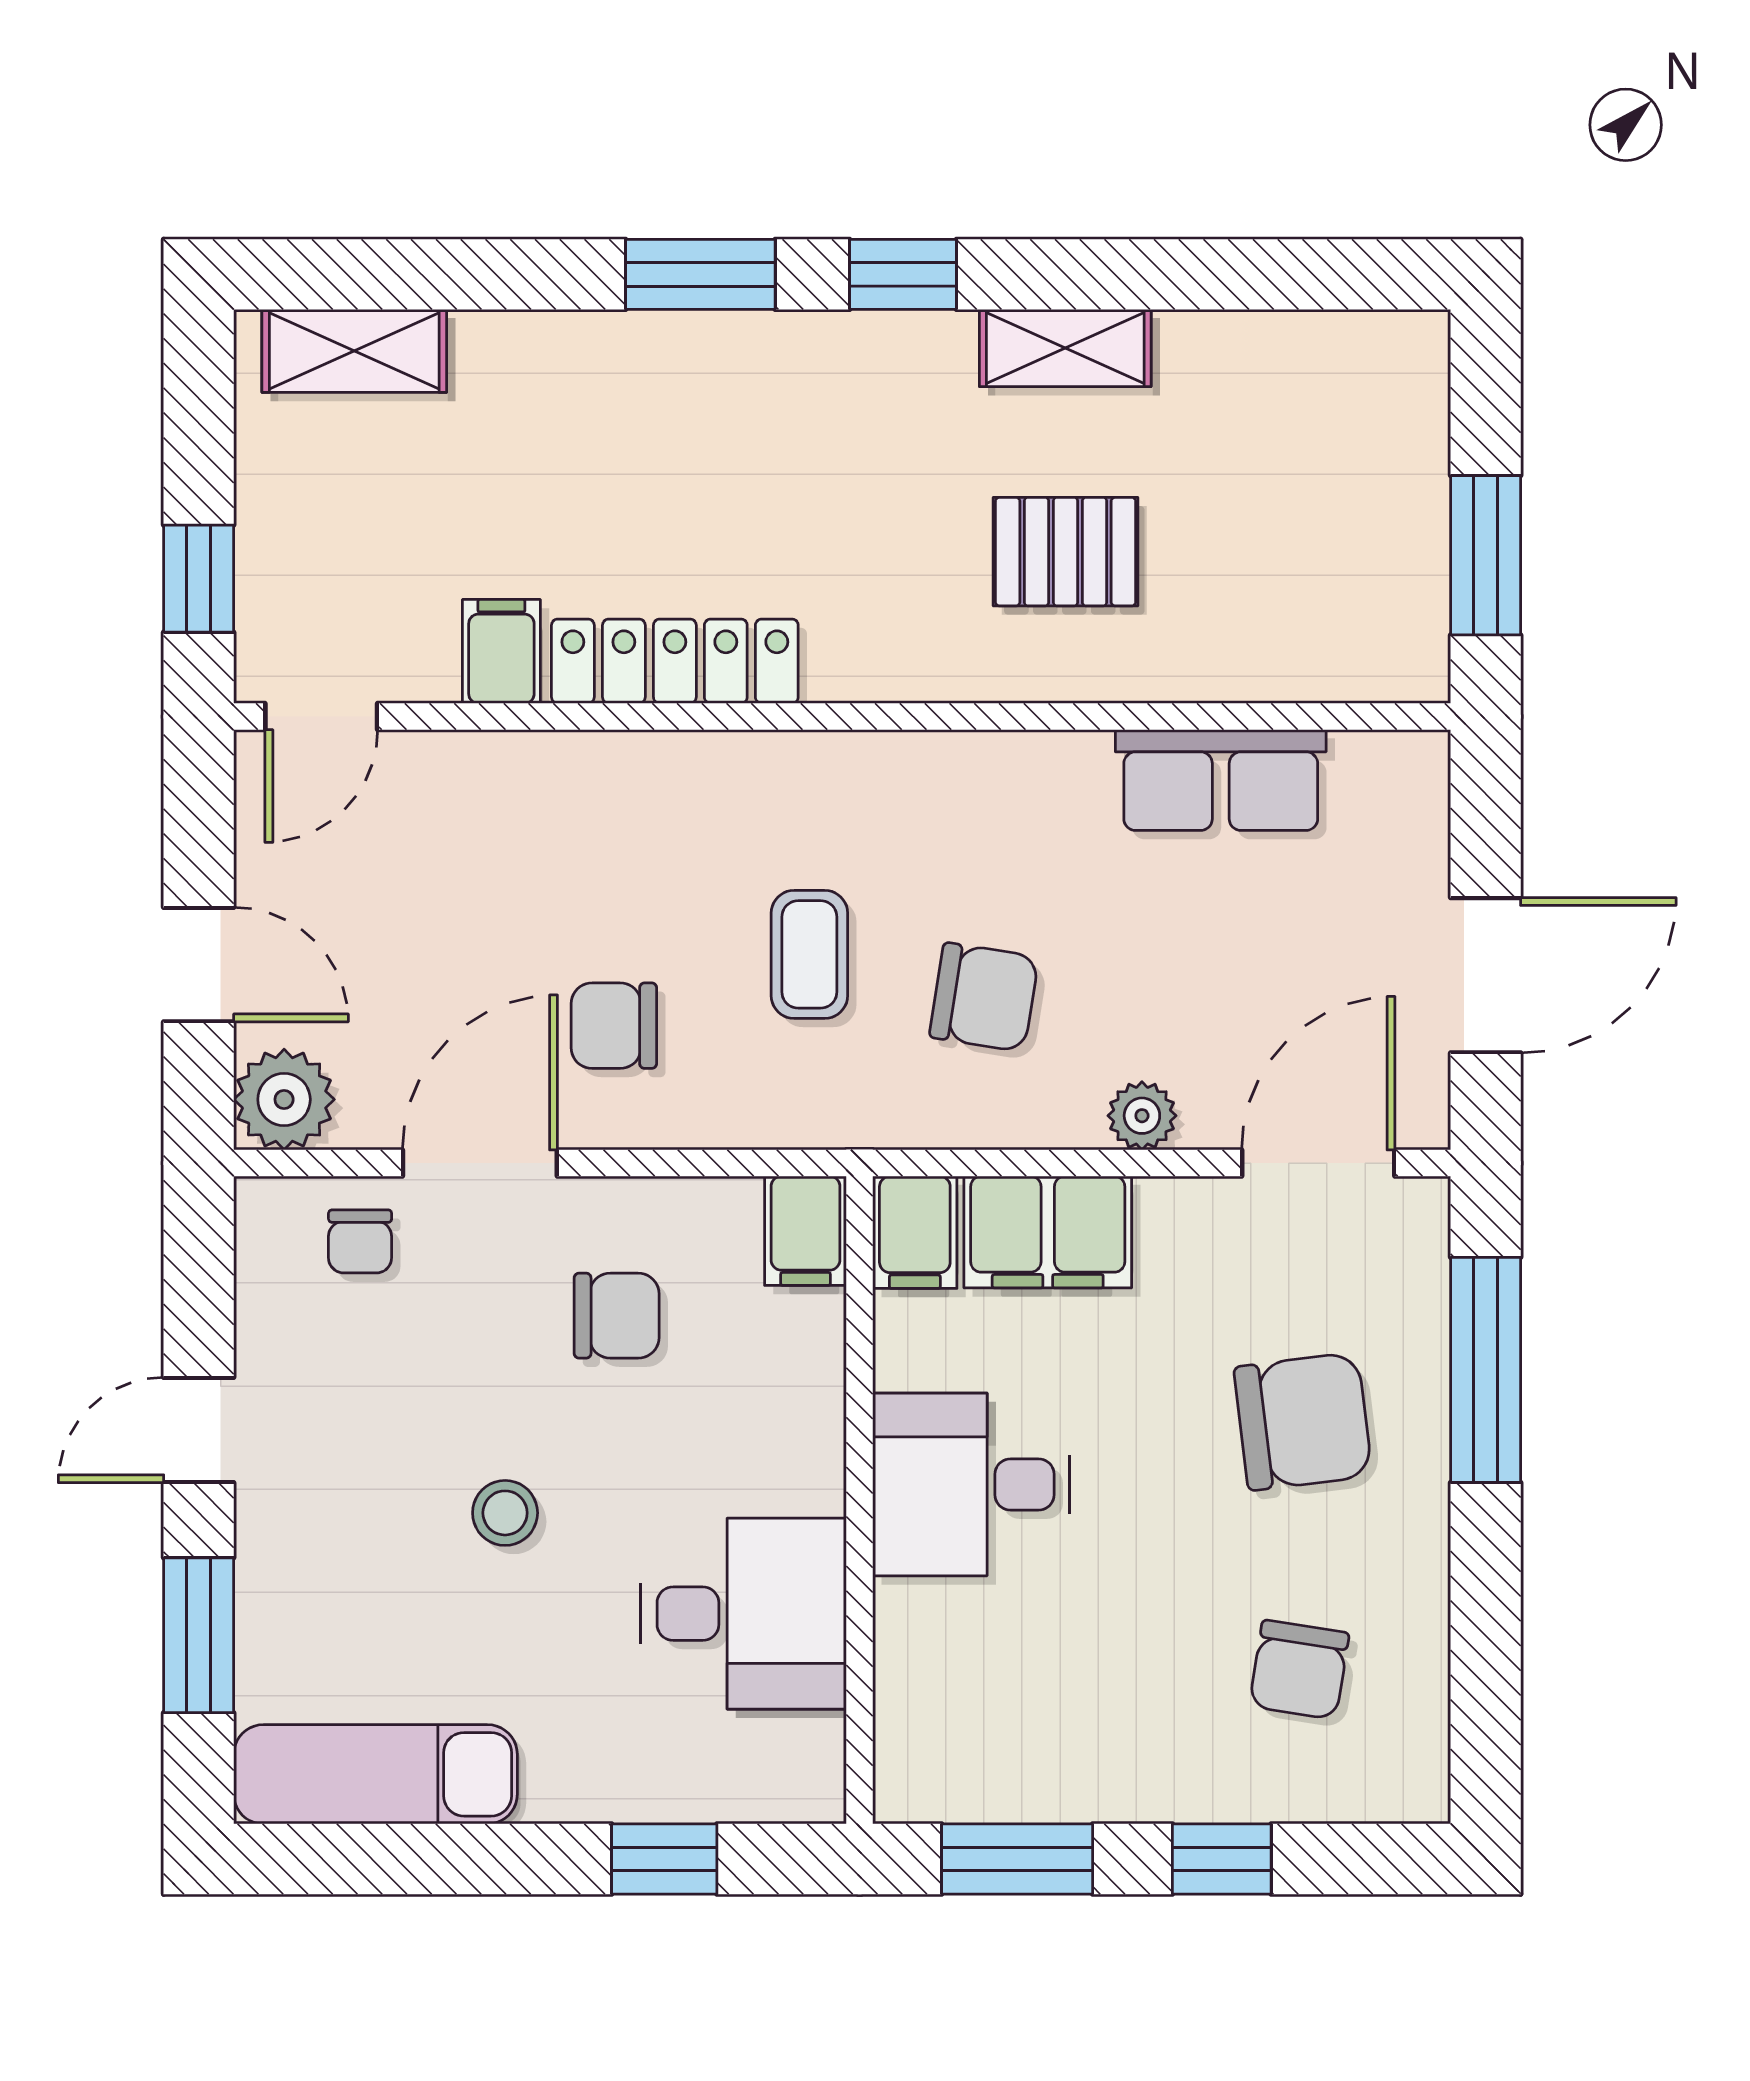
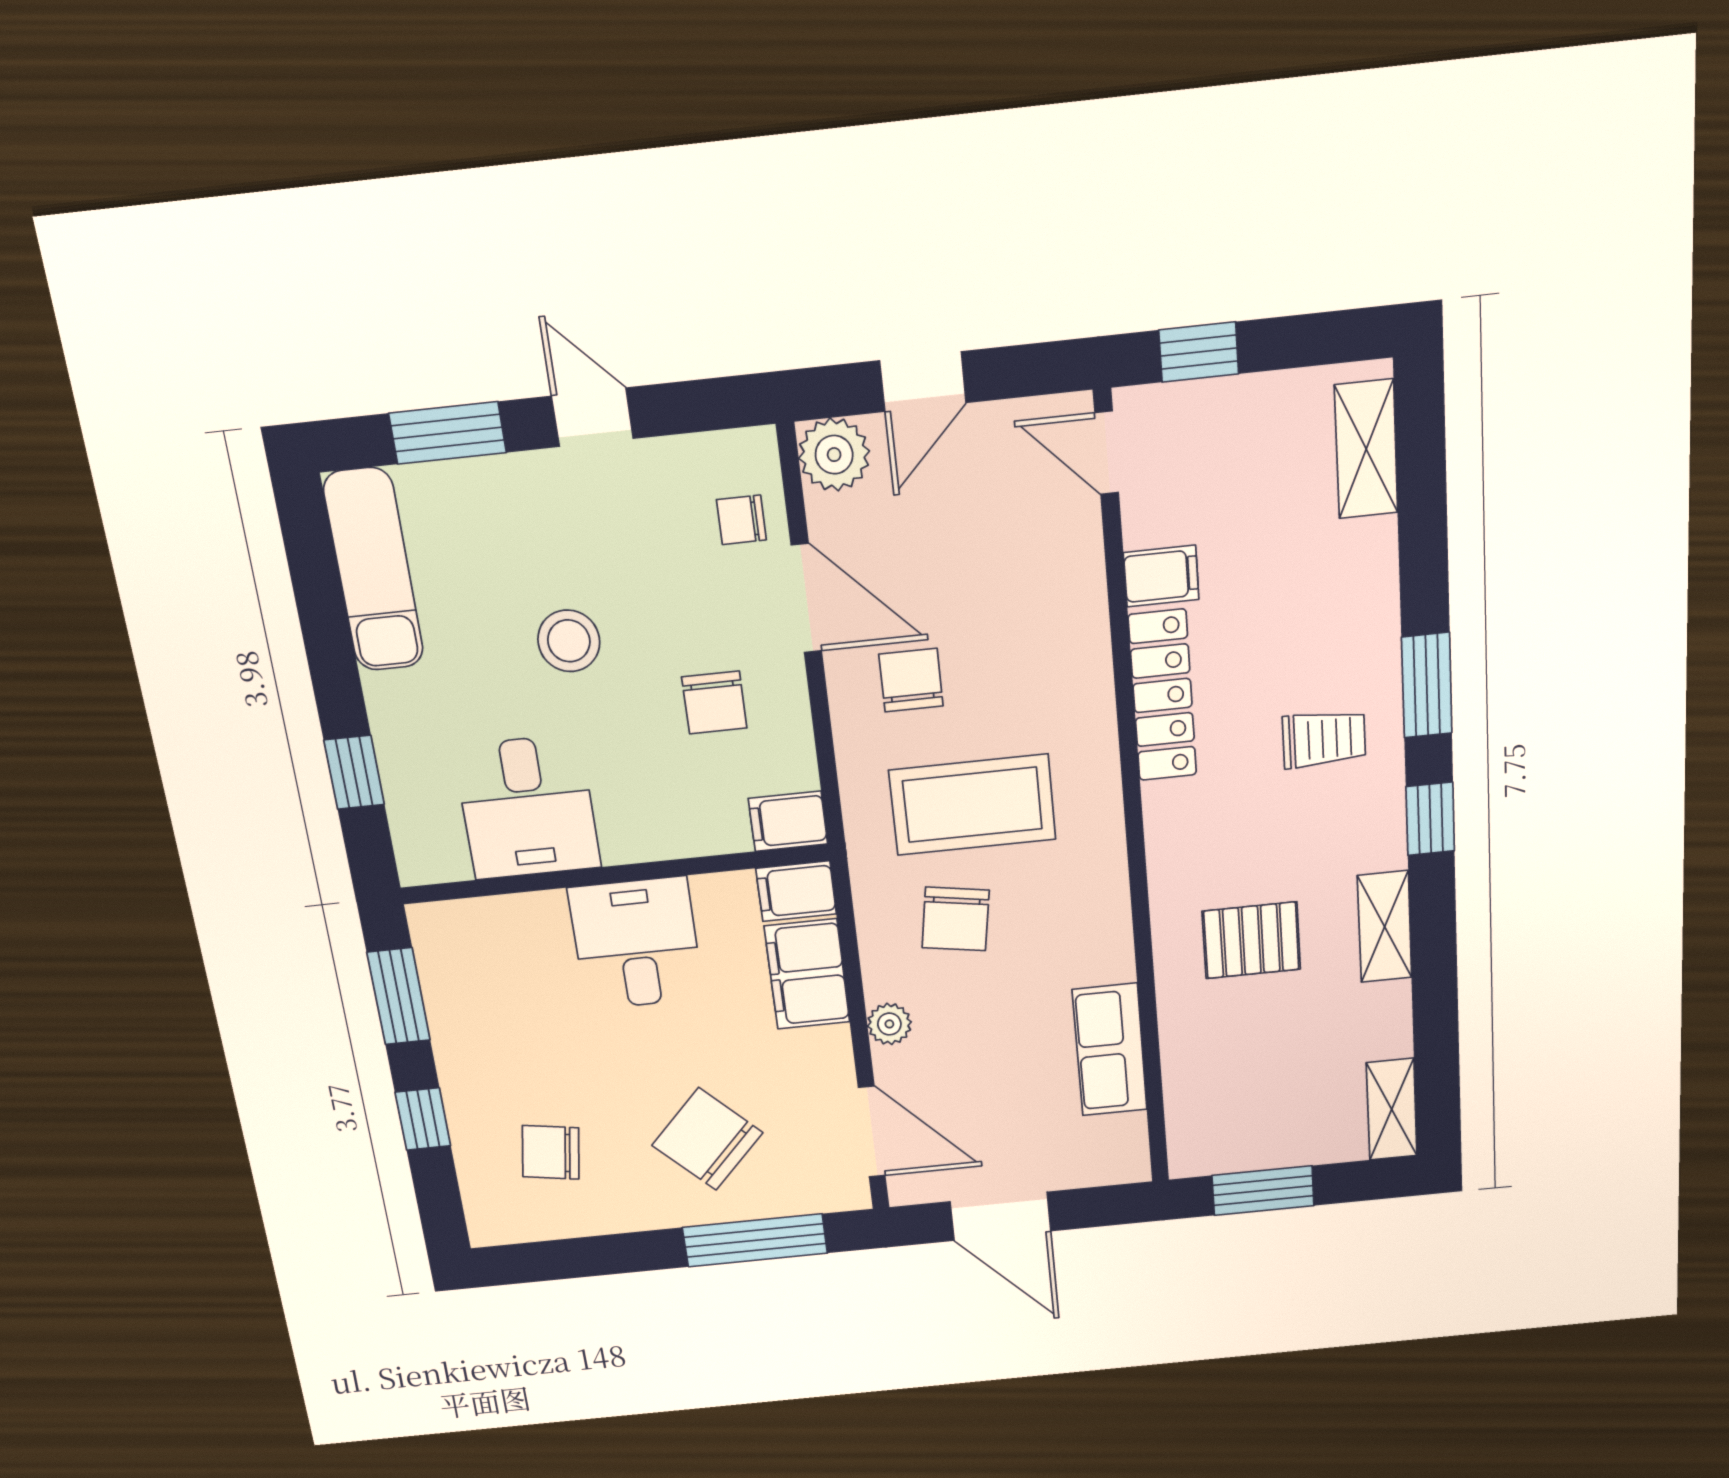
shelving: (1368, 347) -> (1392, 1109), added
trolley: (765, 428) -> (1324, 739), added
pallet: (1066, 552) -> (1251, 940), turned 90
coffee table: (809, 954) -> (972, 805), width x1.86, depth x1.72
chair: (1303, 1422) -> (707, 1139), turned 141
stool: (505, 1513) -> (569, 641), width x1.37, depth x1.37

